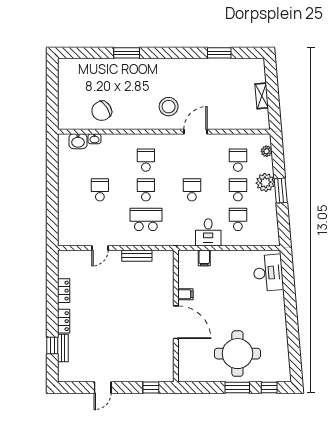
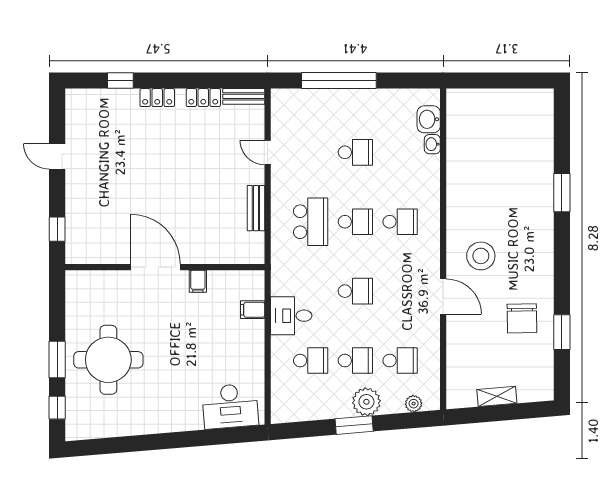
chair: (102, 111) -> (522, 318), moved, turned -147
window: (52, 201) -> (339, 81), added
door: (176, 322) -> (156, 267), swing flipped
bench: (63, 348) -> (244, 96), moved

